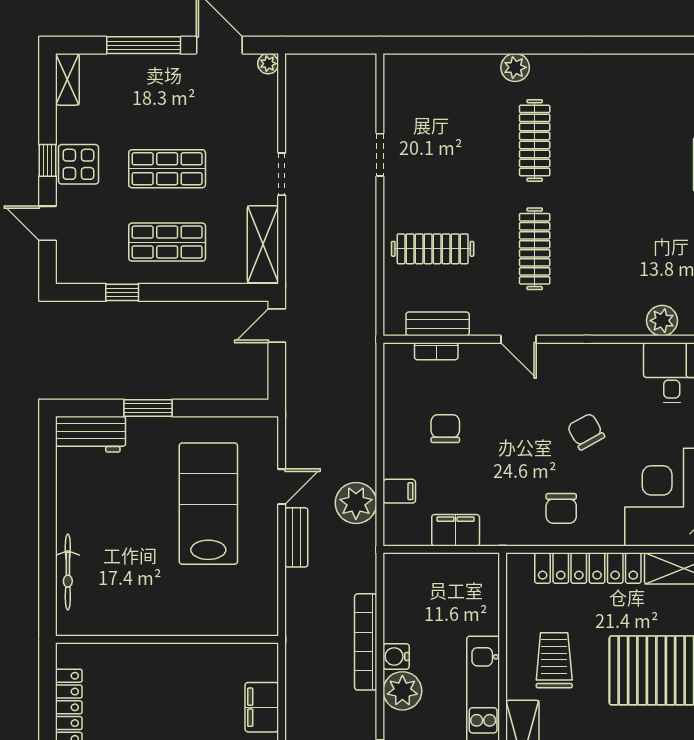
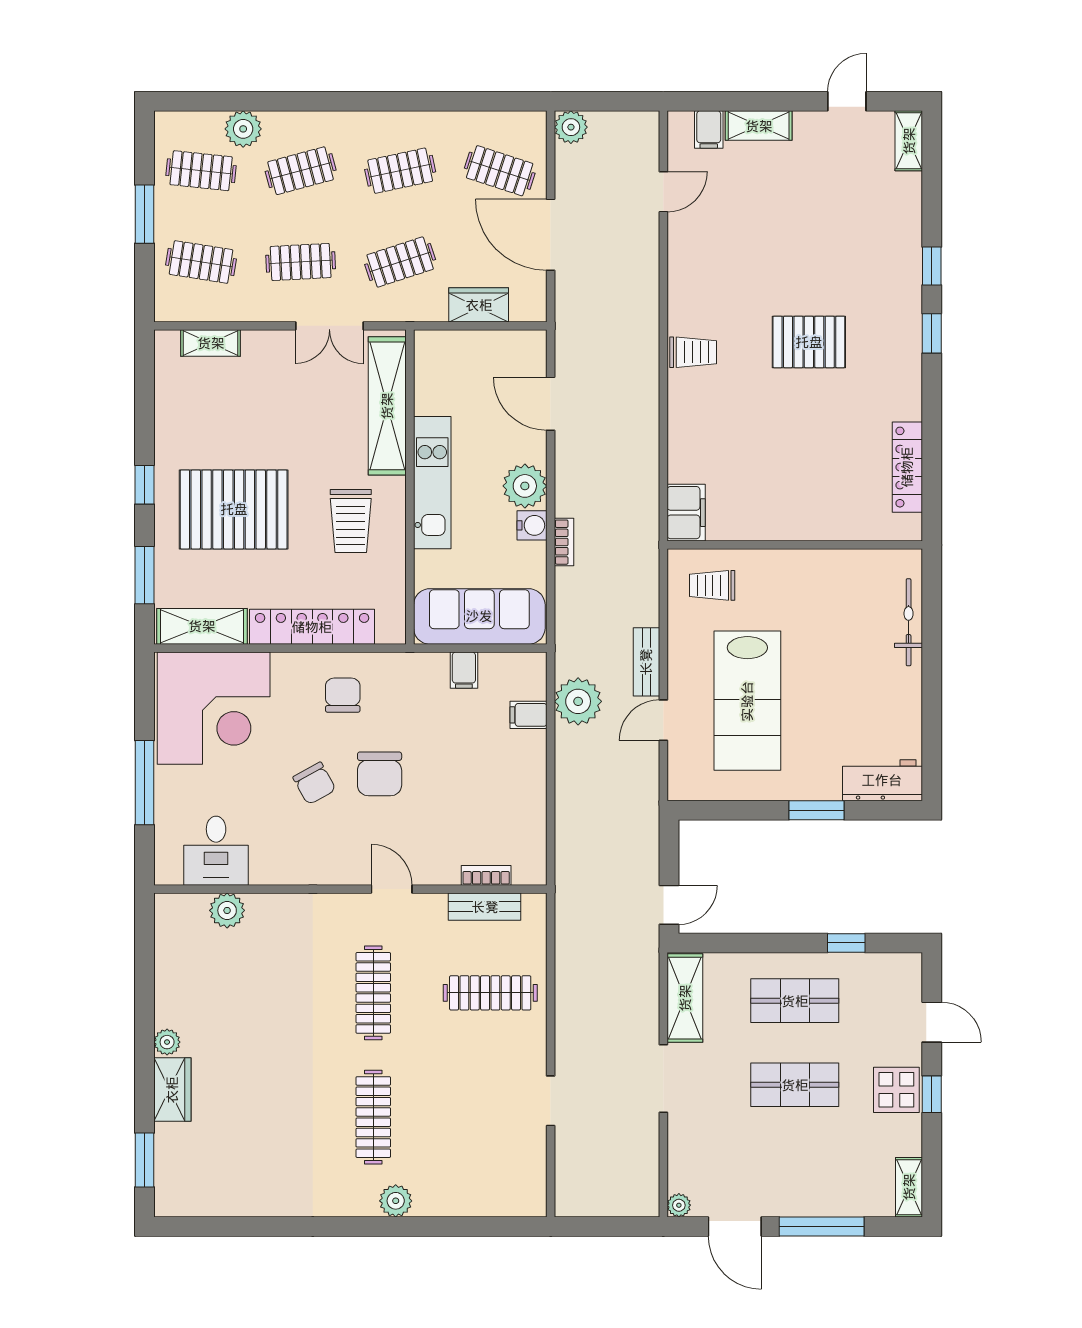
doorway: (282, 174) -> (663, 1078), width x1.38
chair: (445, 429) -> (380, 774), moved, width x1.37, depth x1.37
filing cabinet: (456, 530) -> (464, 670), width x0.50
sofa: (442, 577) -> (479, 616), added
trolley: (239, 604) -> (712, 585), added
bookcase: (366, 642) -> (564, 542), width x0.43, depth x0.76
filing cabinet: (262, 707) -> (686, 513), moved

